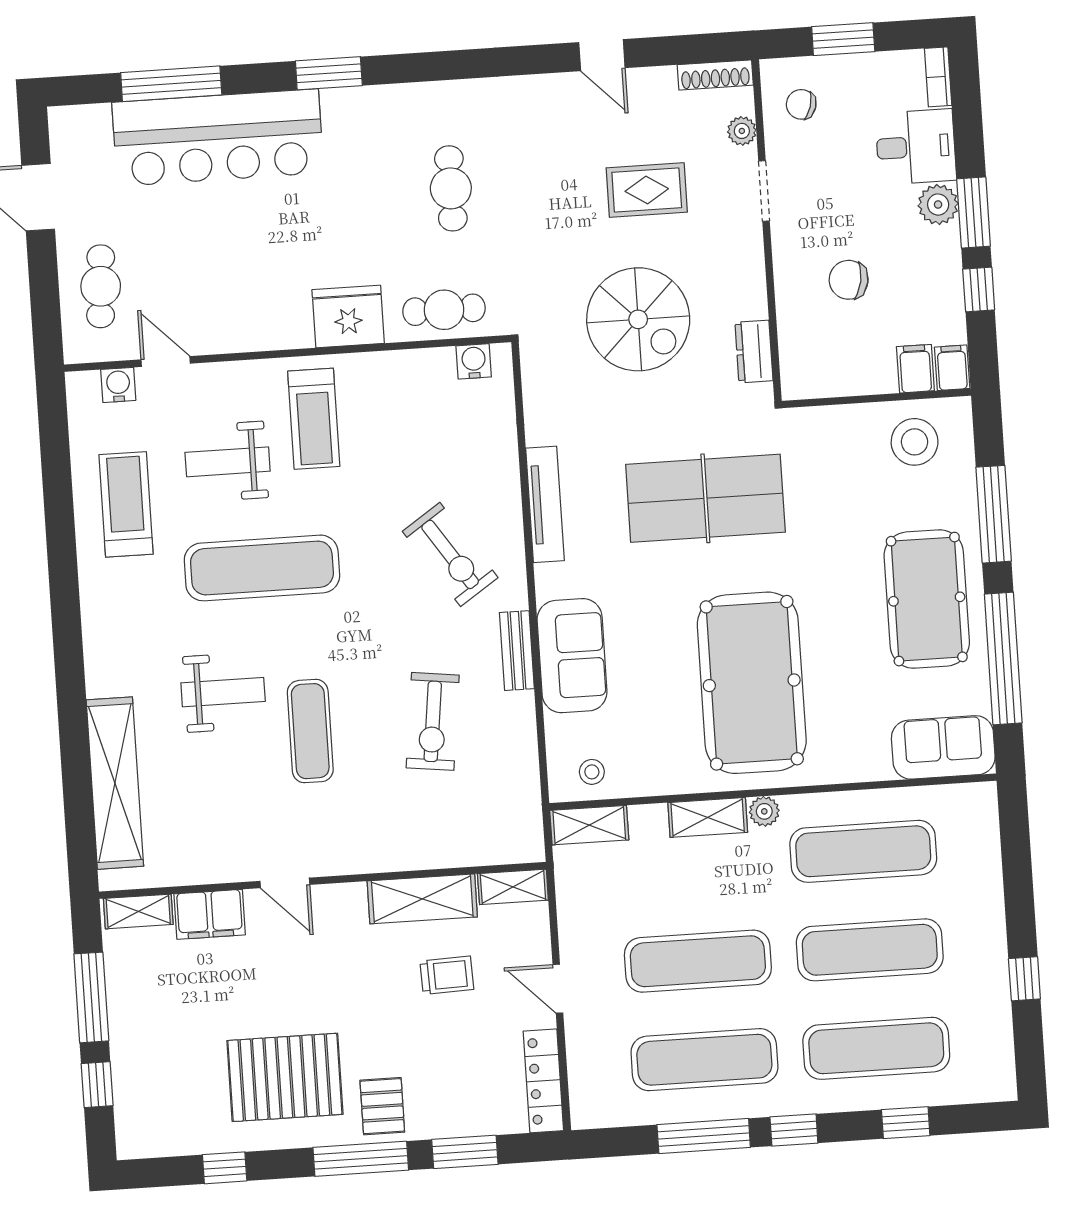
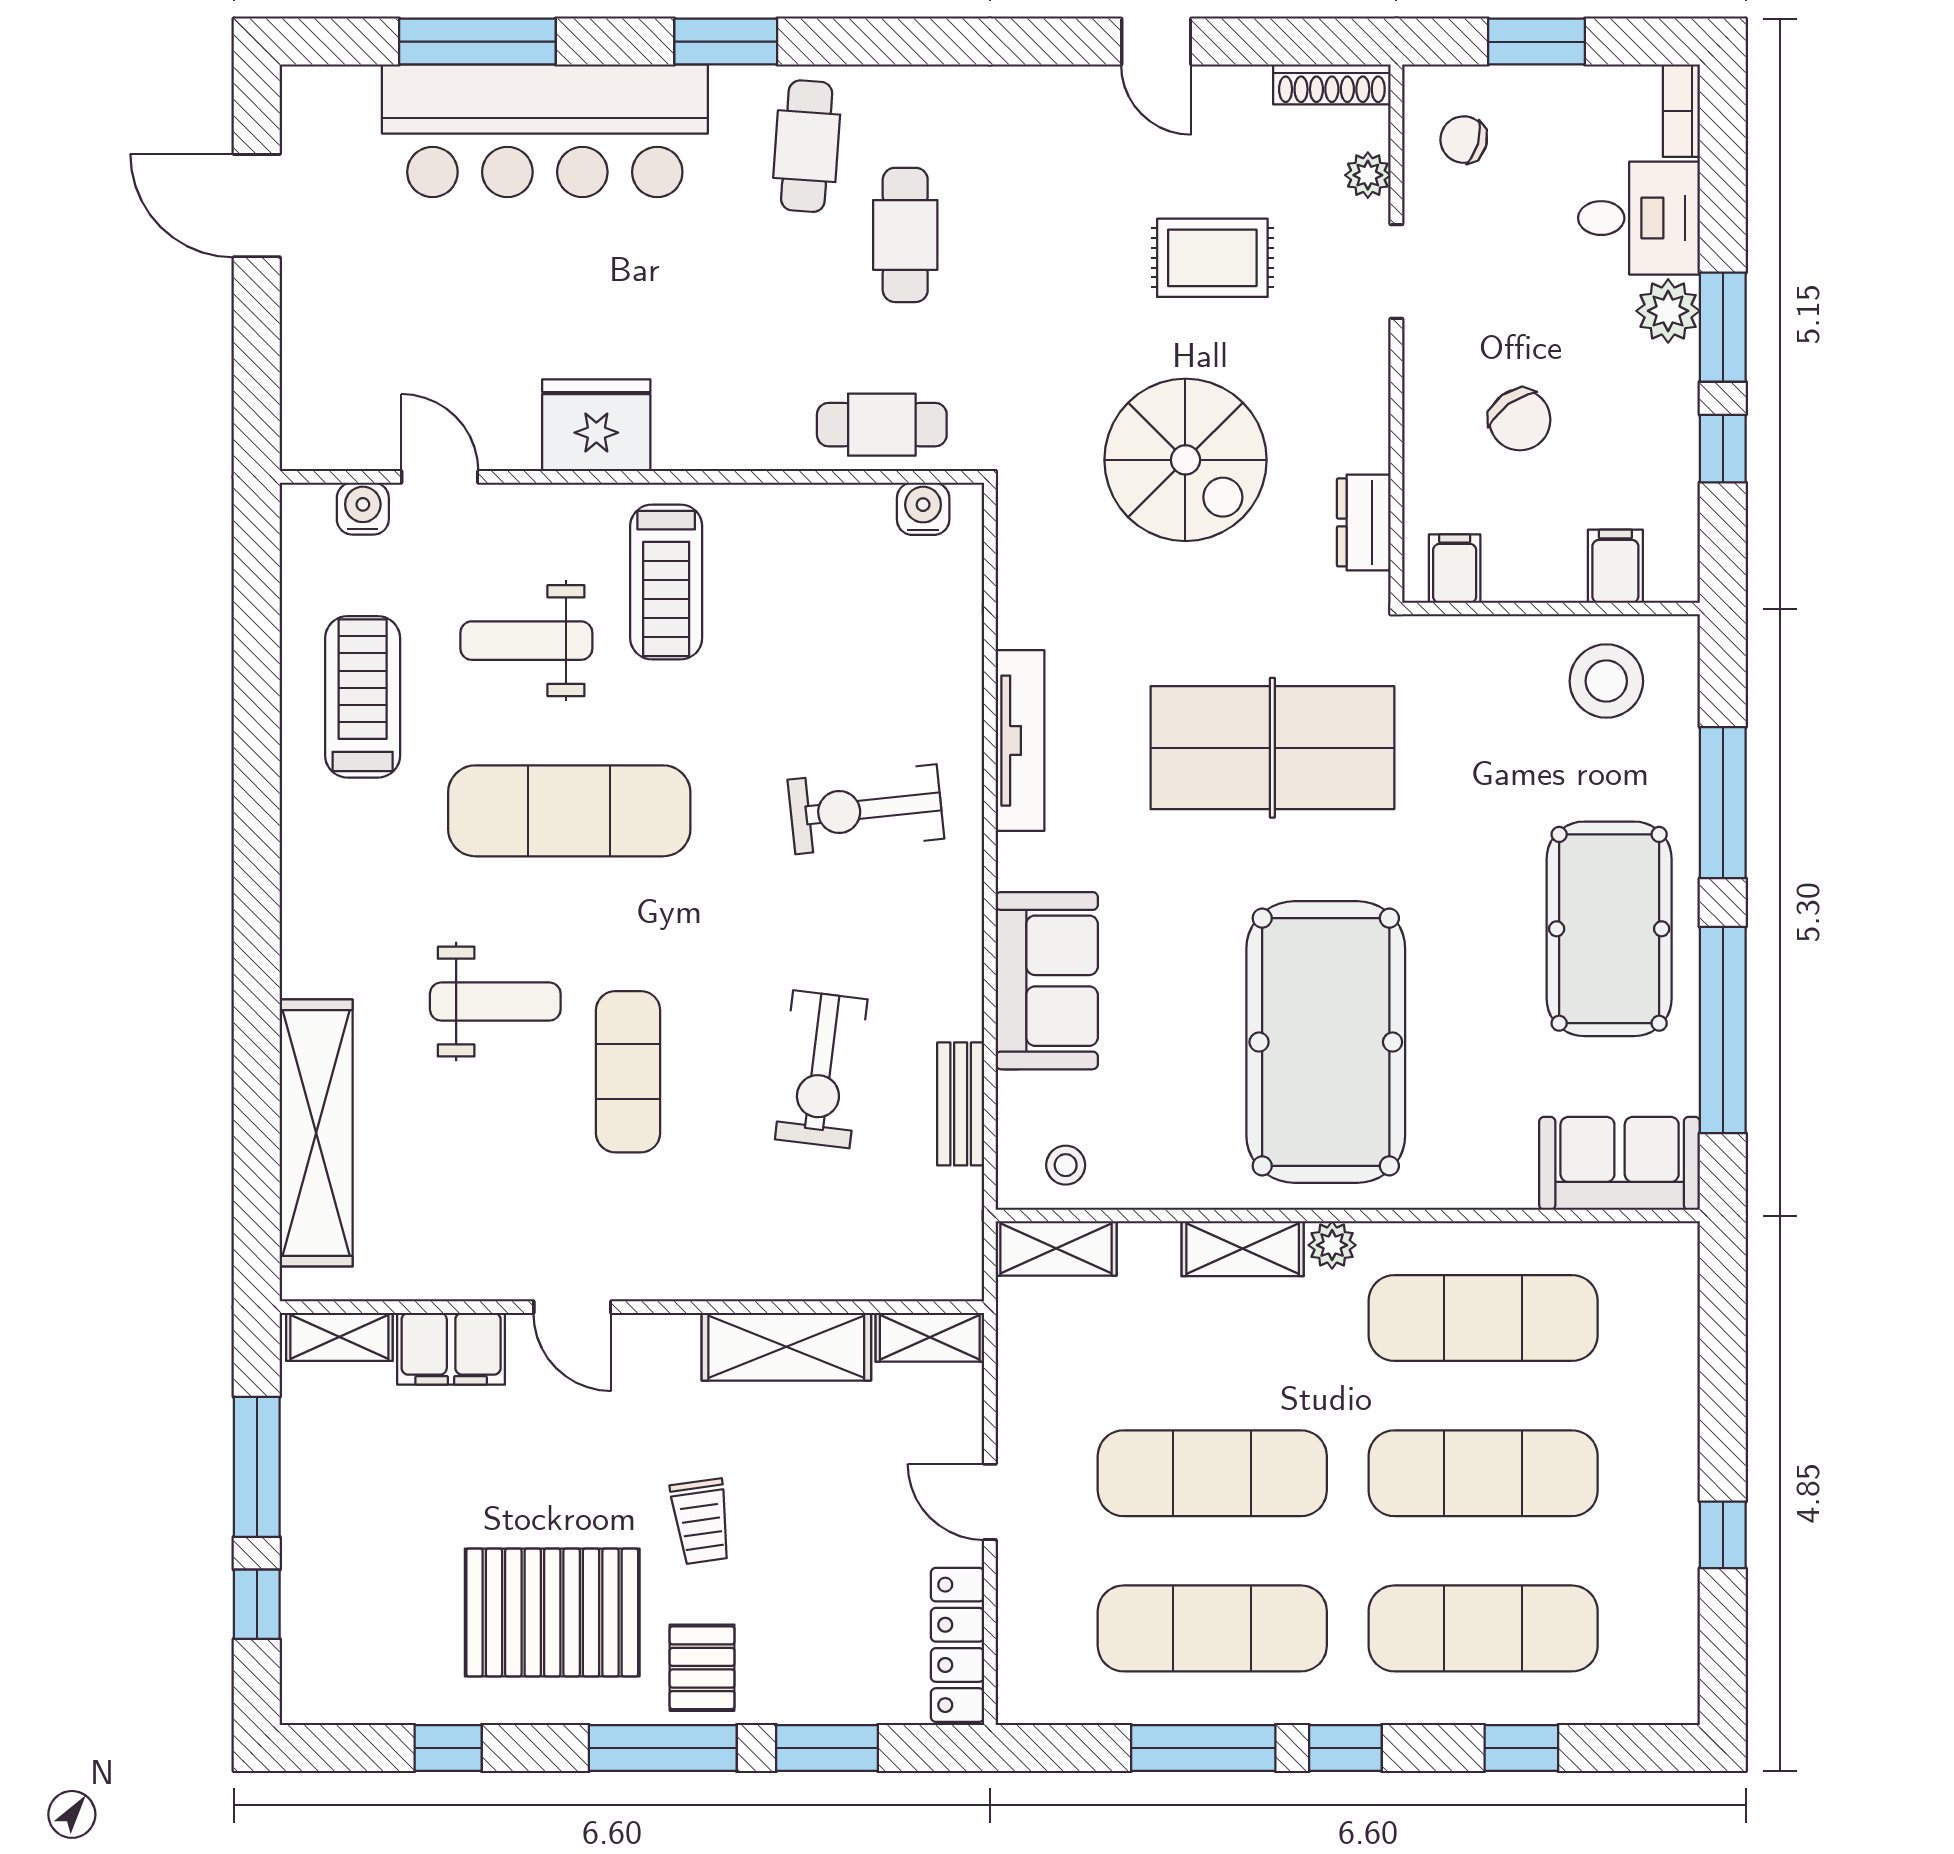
chair: (849, 280) -> (1520, 420), turned -136
cafe table: (101, 286) -> (807, 146), moved
fridge: (348, 317) -> (596, 425), moved
filing cabinet: (952, 368) -> (1455, 569), moved
exercise bike: (450, 554) -> (866, 809), turned 118
bench: (517, 651) -> (961, 1104), moved
trolley: (447, 975) -> (701, 1521), moved, turned 84

